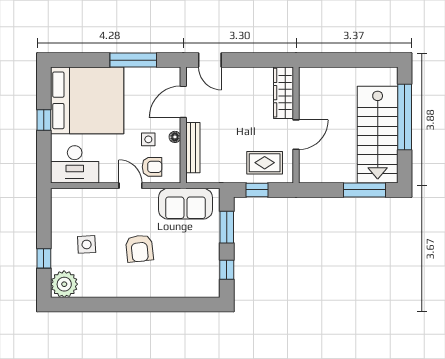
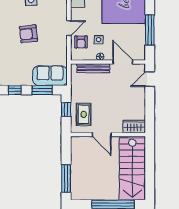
wardrobe: (284, 93) -> (134, 127), width x0.67
stairs: (378, 135) -> (132, 169), moved, turned -90
sofa: (186, 204) -> (50, 76), moved, turned 90

